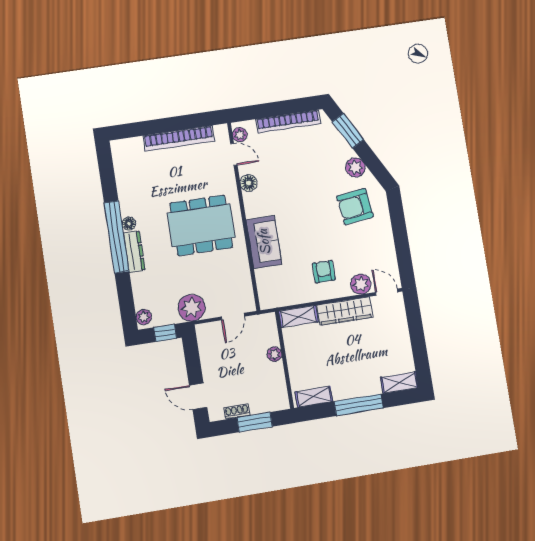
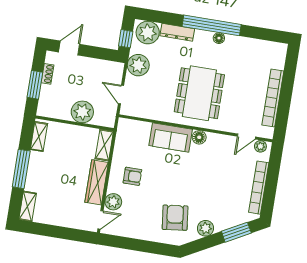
floor lamp: (249, 183) -> (199, 137), moved
dresser: (134, 252) -> (177, 32), moved
plant: (144, 317) -> (148, 33), width x1.87, depth x1.87
plant: (274, 354) -> (82, 112), width x1.88, depth x1.88

